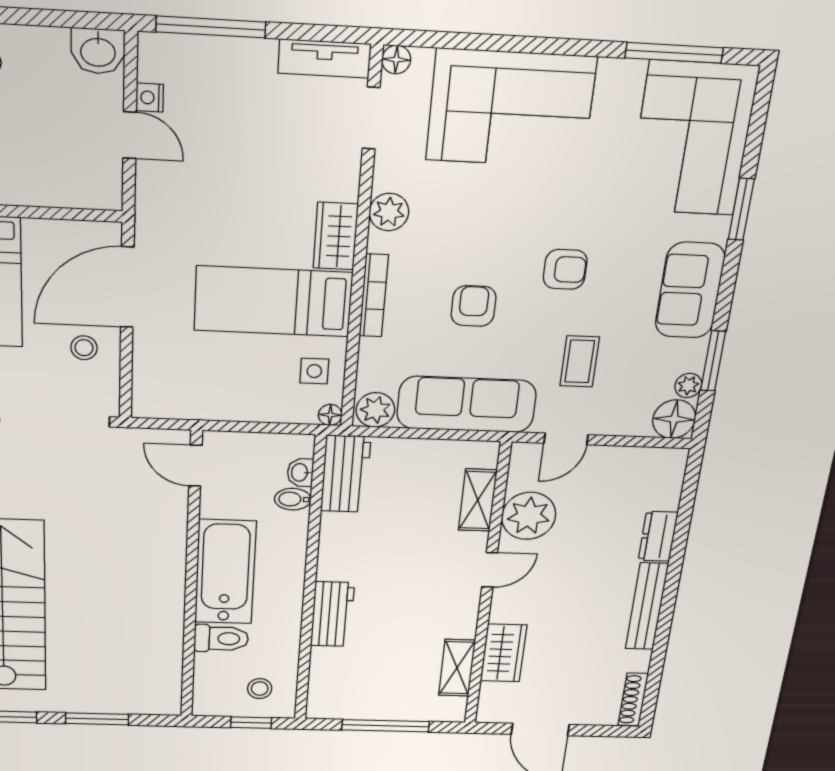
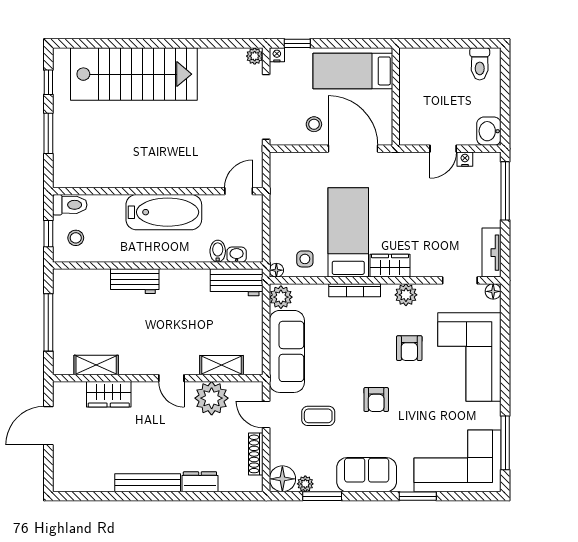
armchair: (474, 306) -> (409, 348), moved, turned 90
toilet: (221, 639) -> (70, 205), moved, turned -90
shoe rack: (633, 699) -> (256, 454), moved, turned -90

